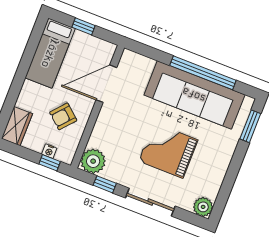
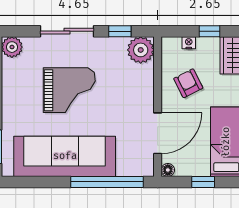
floor lamp: (110, 49) -> (168, 170), added
window: (203, 73) -> (107, 182), moved
armchair: (63, 116) -> (188, 83), turned -68
window: (50, 163) -> (210, 31), moved

